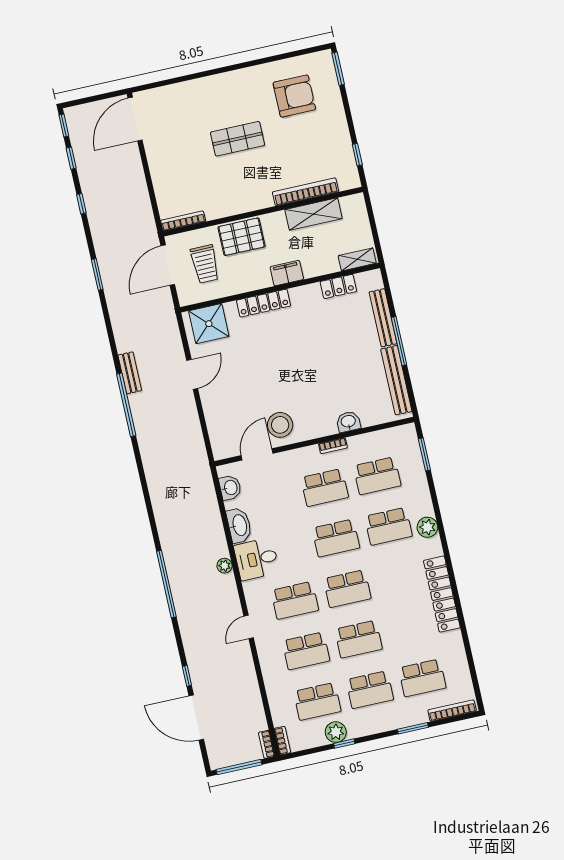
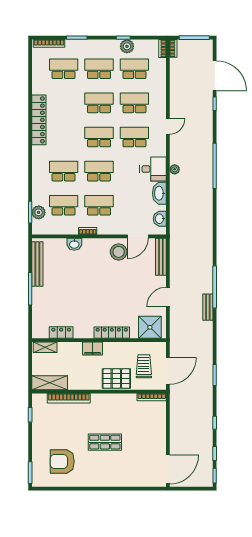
shelving: (314, 214) -> (50, 383), moved
bench: (383, 318) -> (161, 257), moved
plant: (427, 527) -> (39, 212), moved

